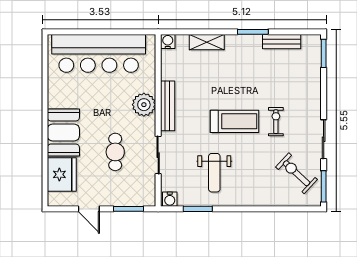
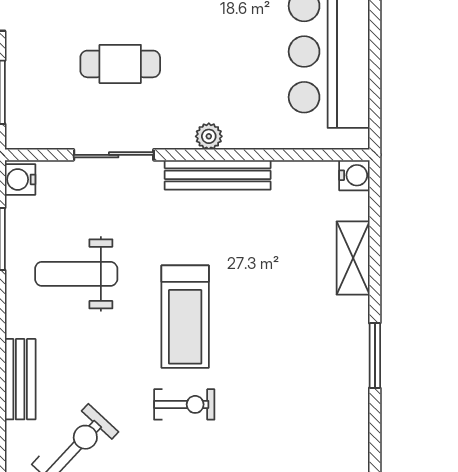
bench: (282, 42) -> (20, 379), moved
plant: (144, 105) -> (209, 136), width x0.53, depth x0.53

